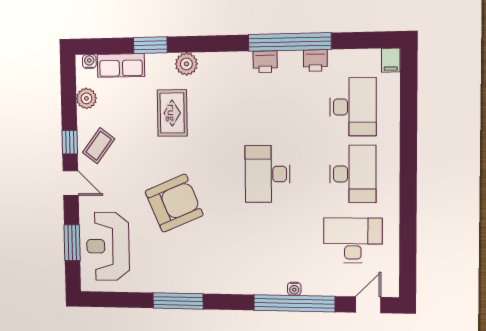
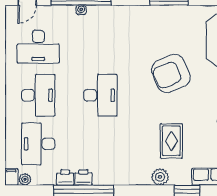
plant: (372, 57) -> (25, 179), added
printer: (265, 62) -> (83, 177), moved
desk: (353, 174) -> (38, 95), turned 180

